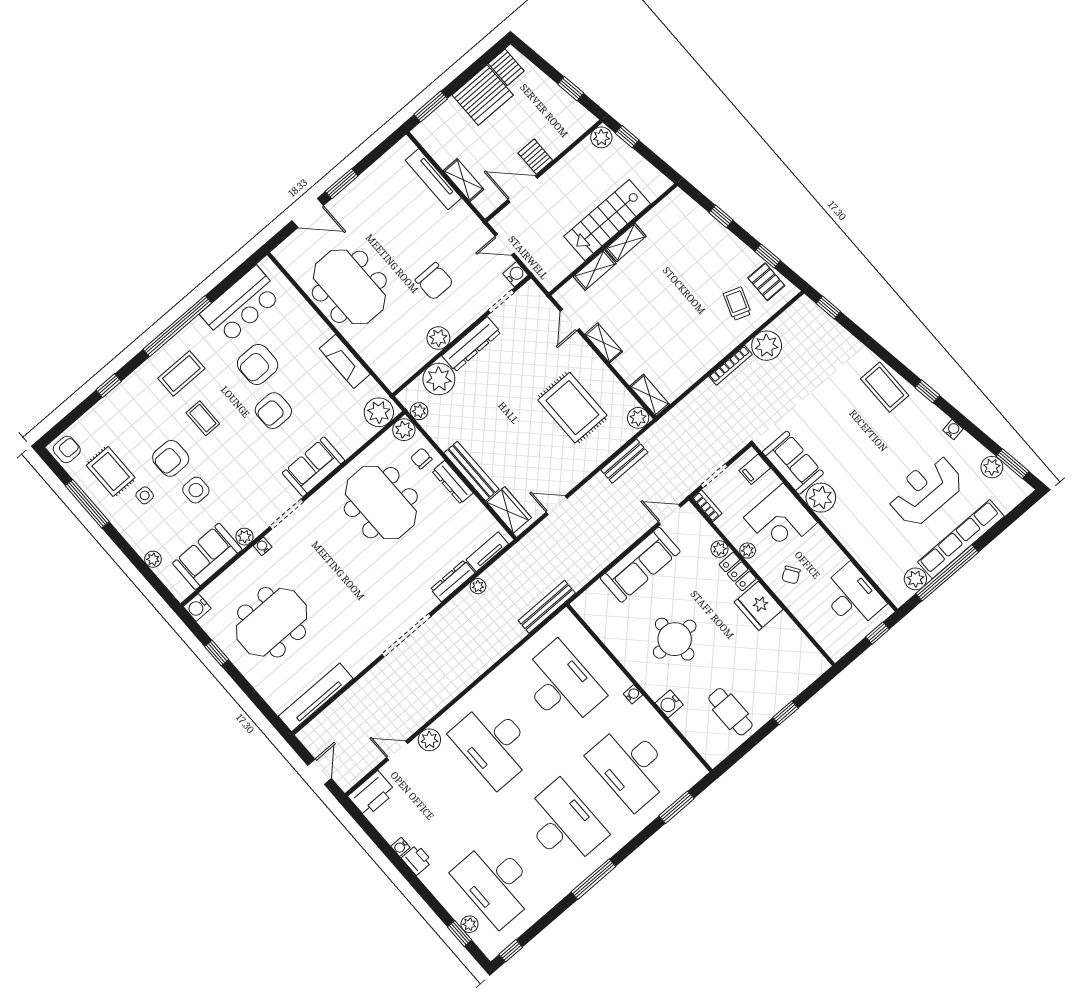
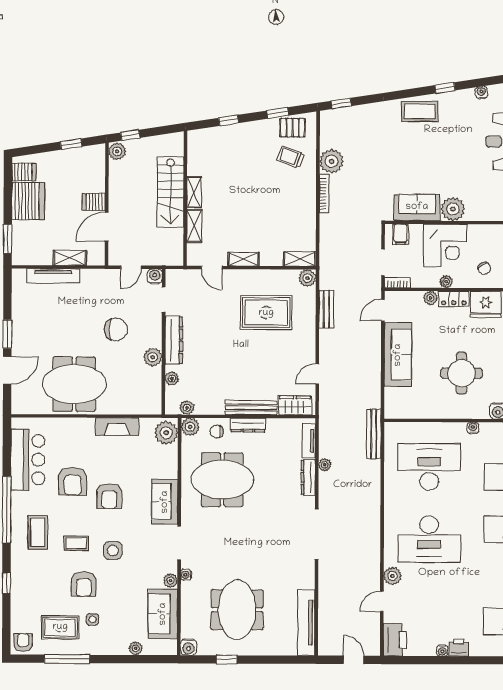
plant: (439, 379) -> (172, 379), width x0.53, depth x0.53
side table: (196, 490) -> (113, 550), moved

